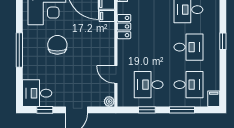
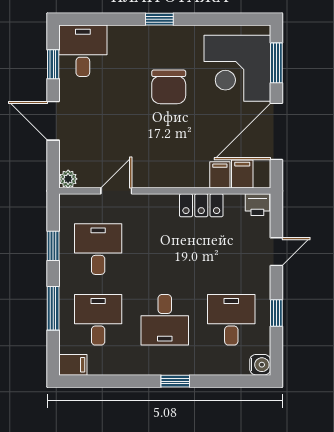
chair: (57, 45) -> (169, 87), turned 90
window: (19, 50) -> (159, 19), width x0.46
desk: (188, 85) -> (98, 320), turned 180

